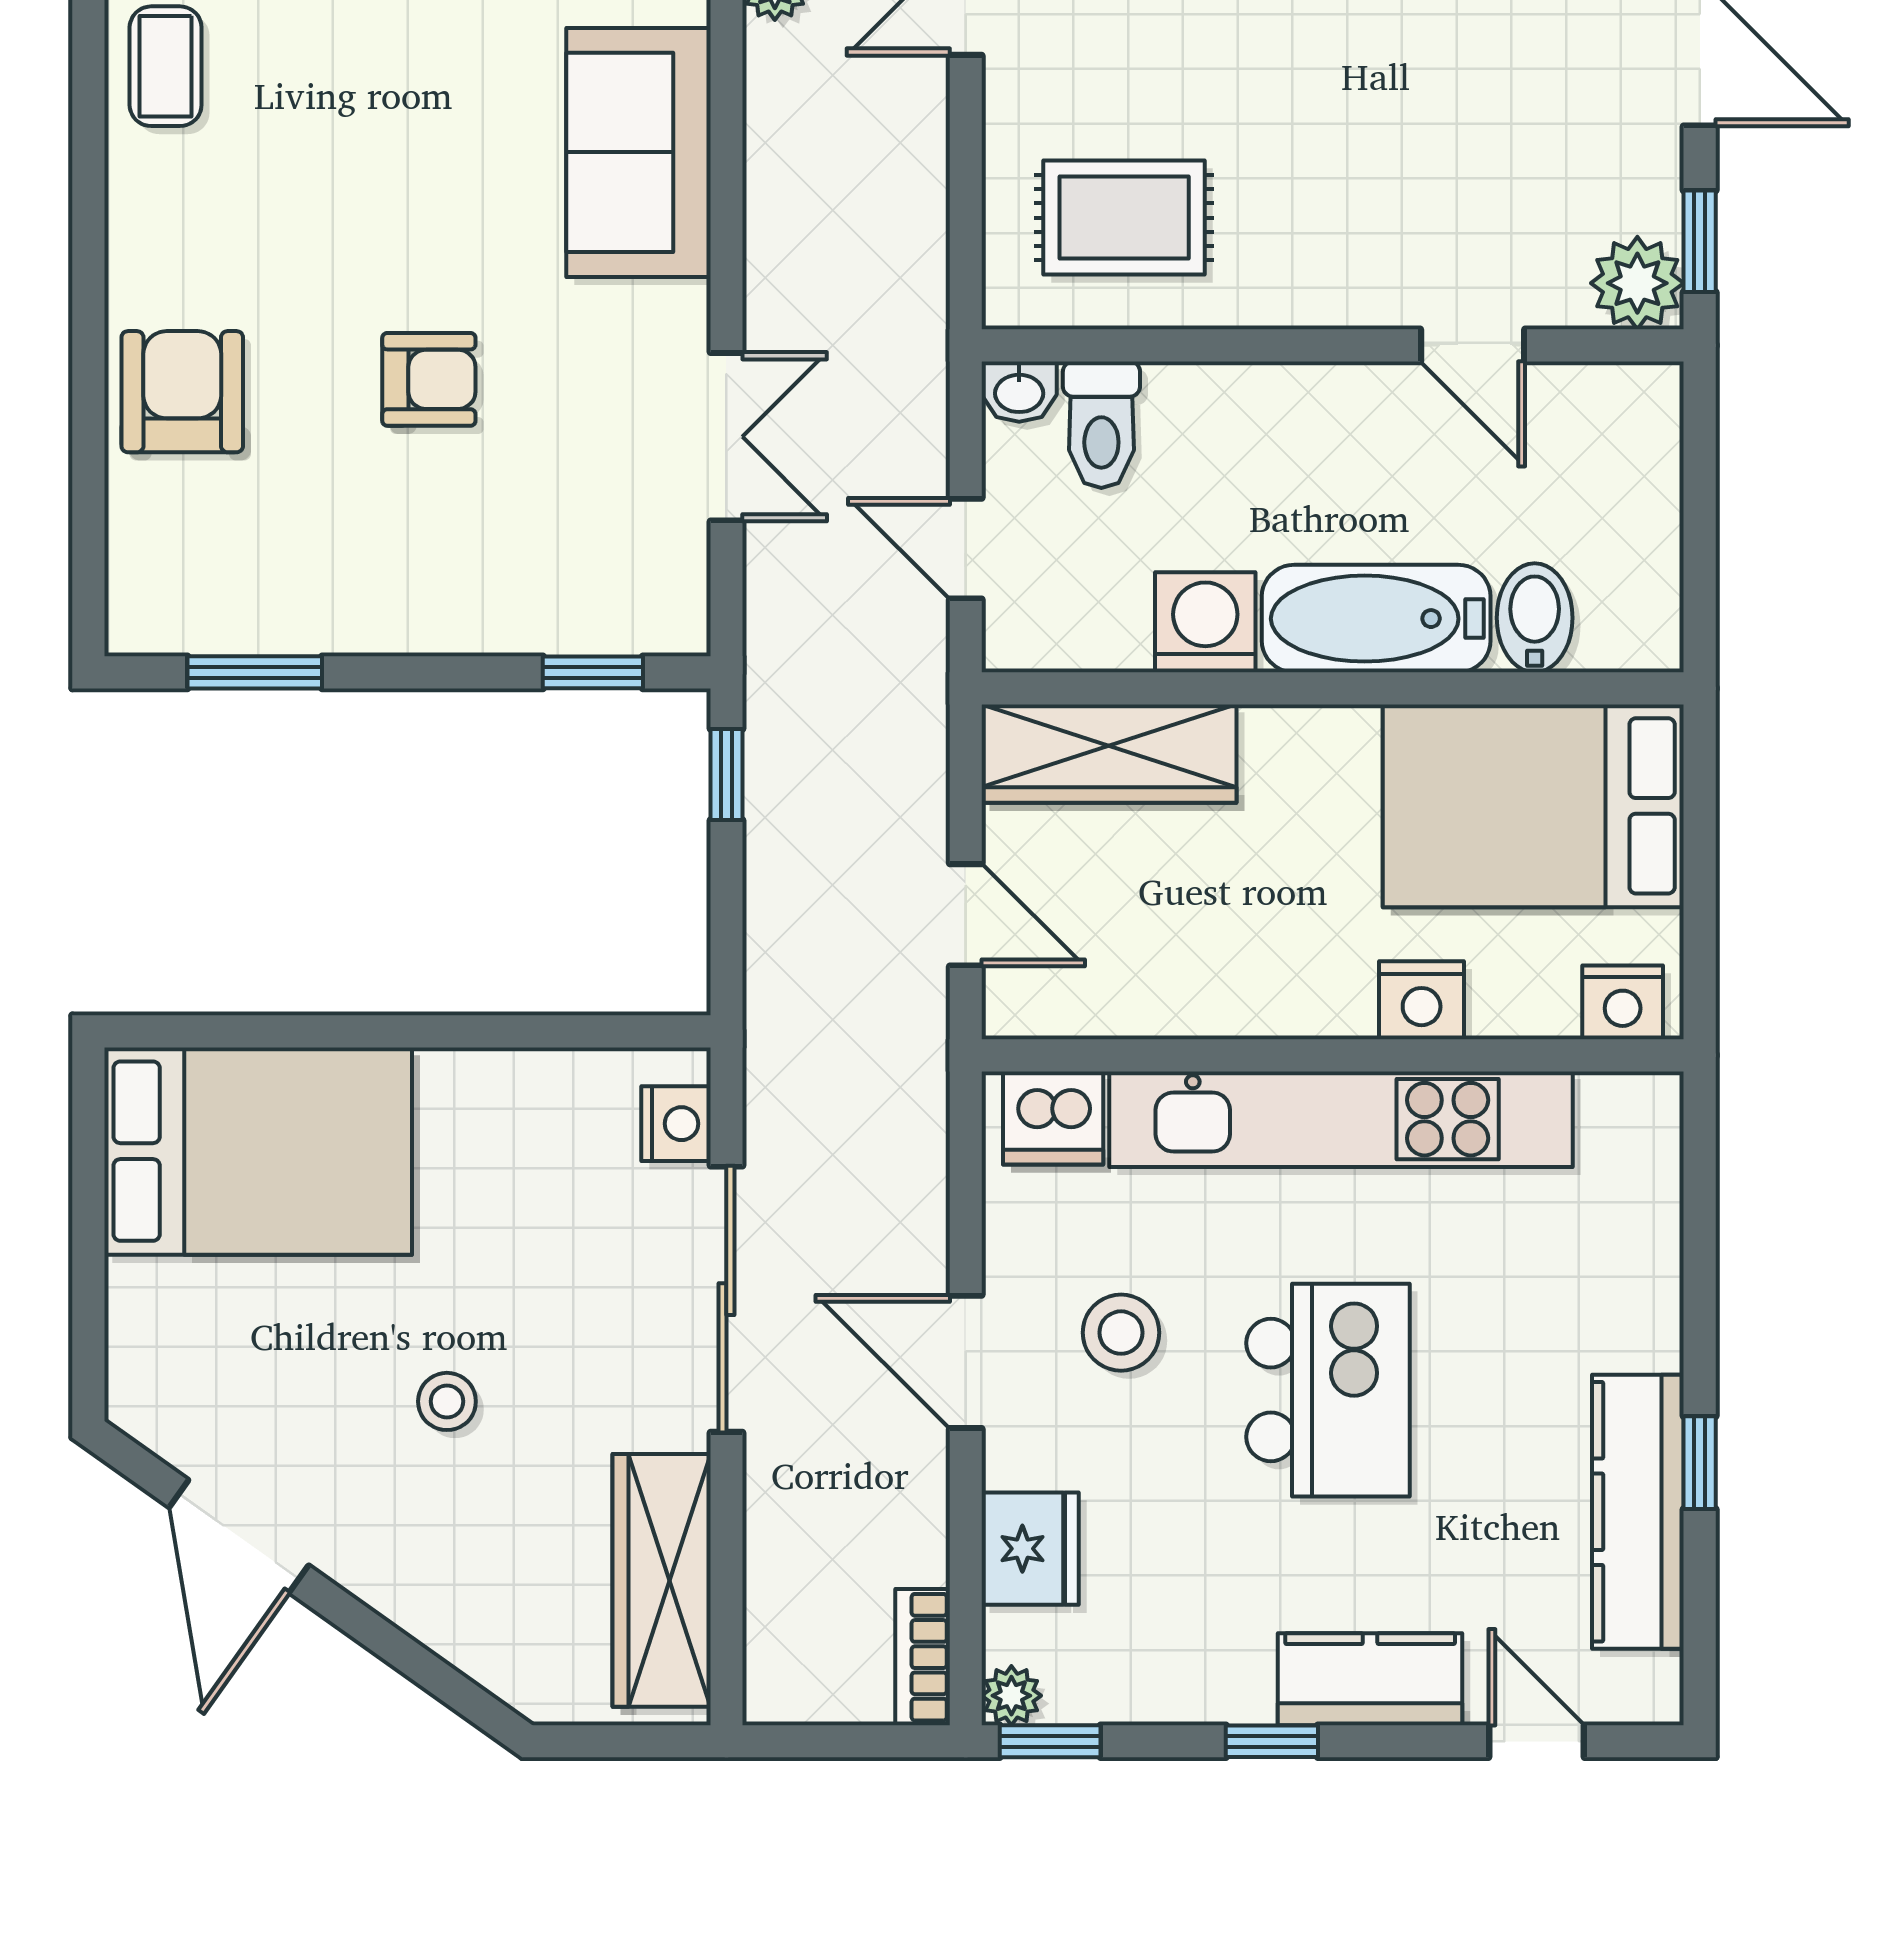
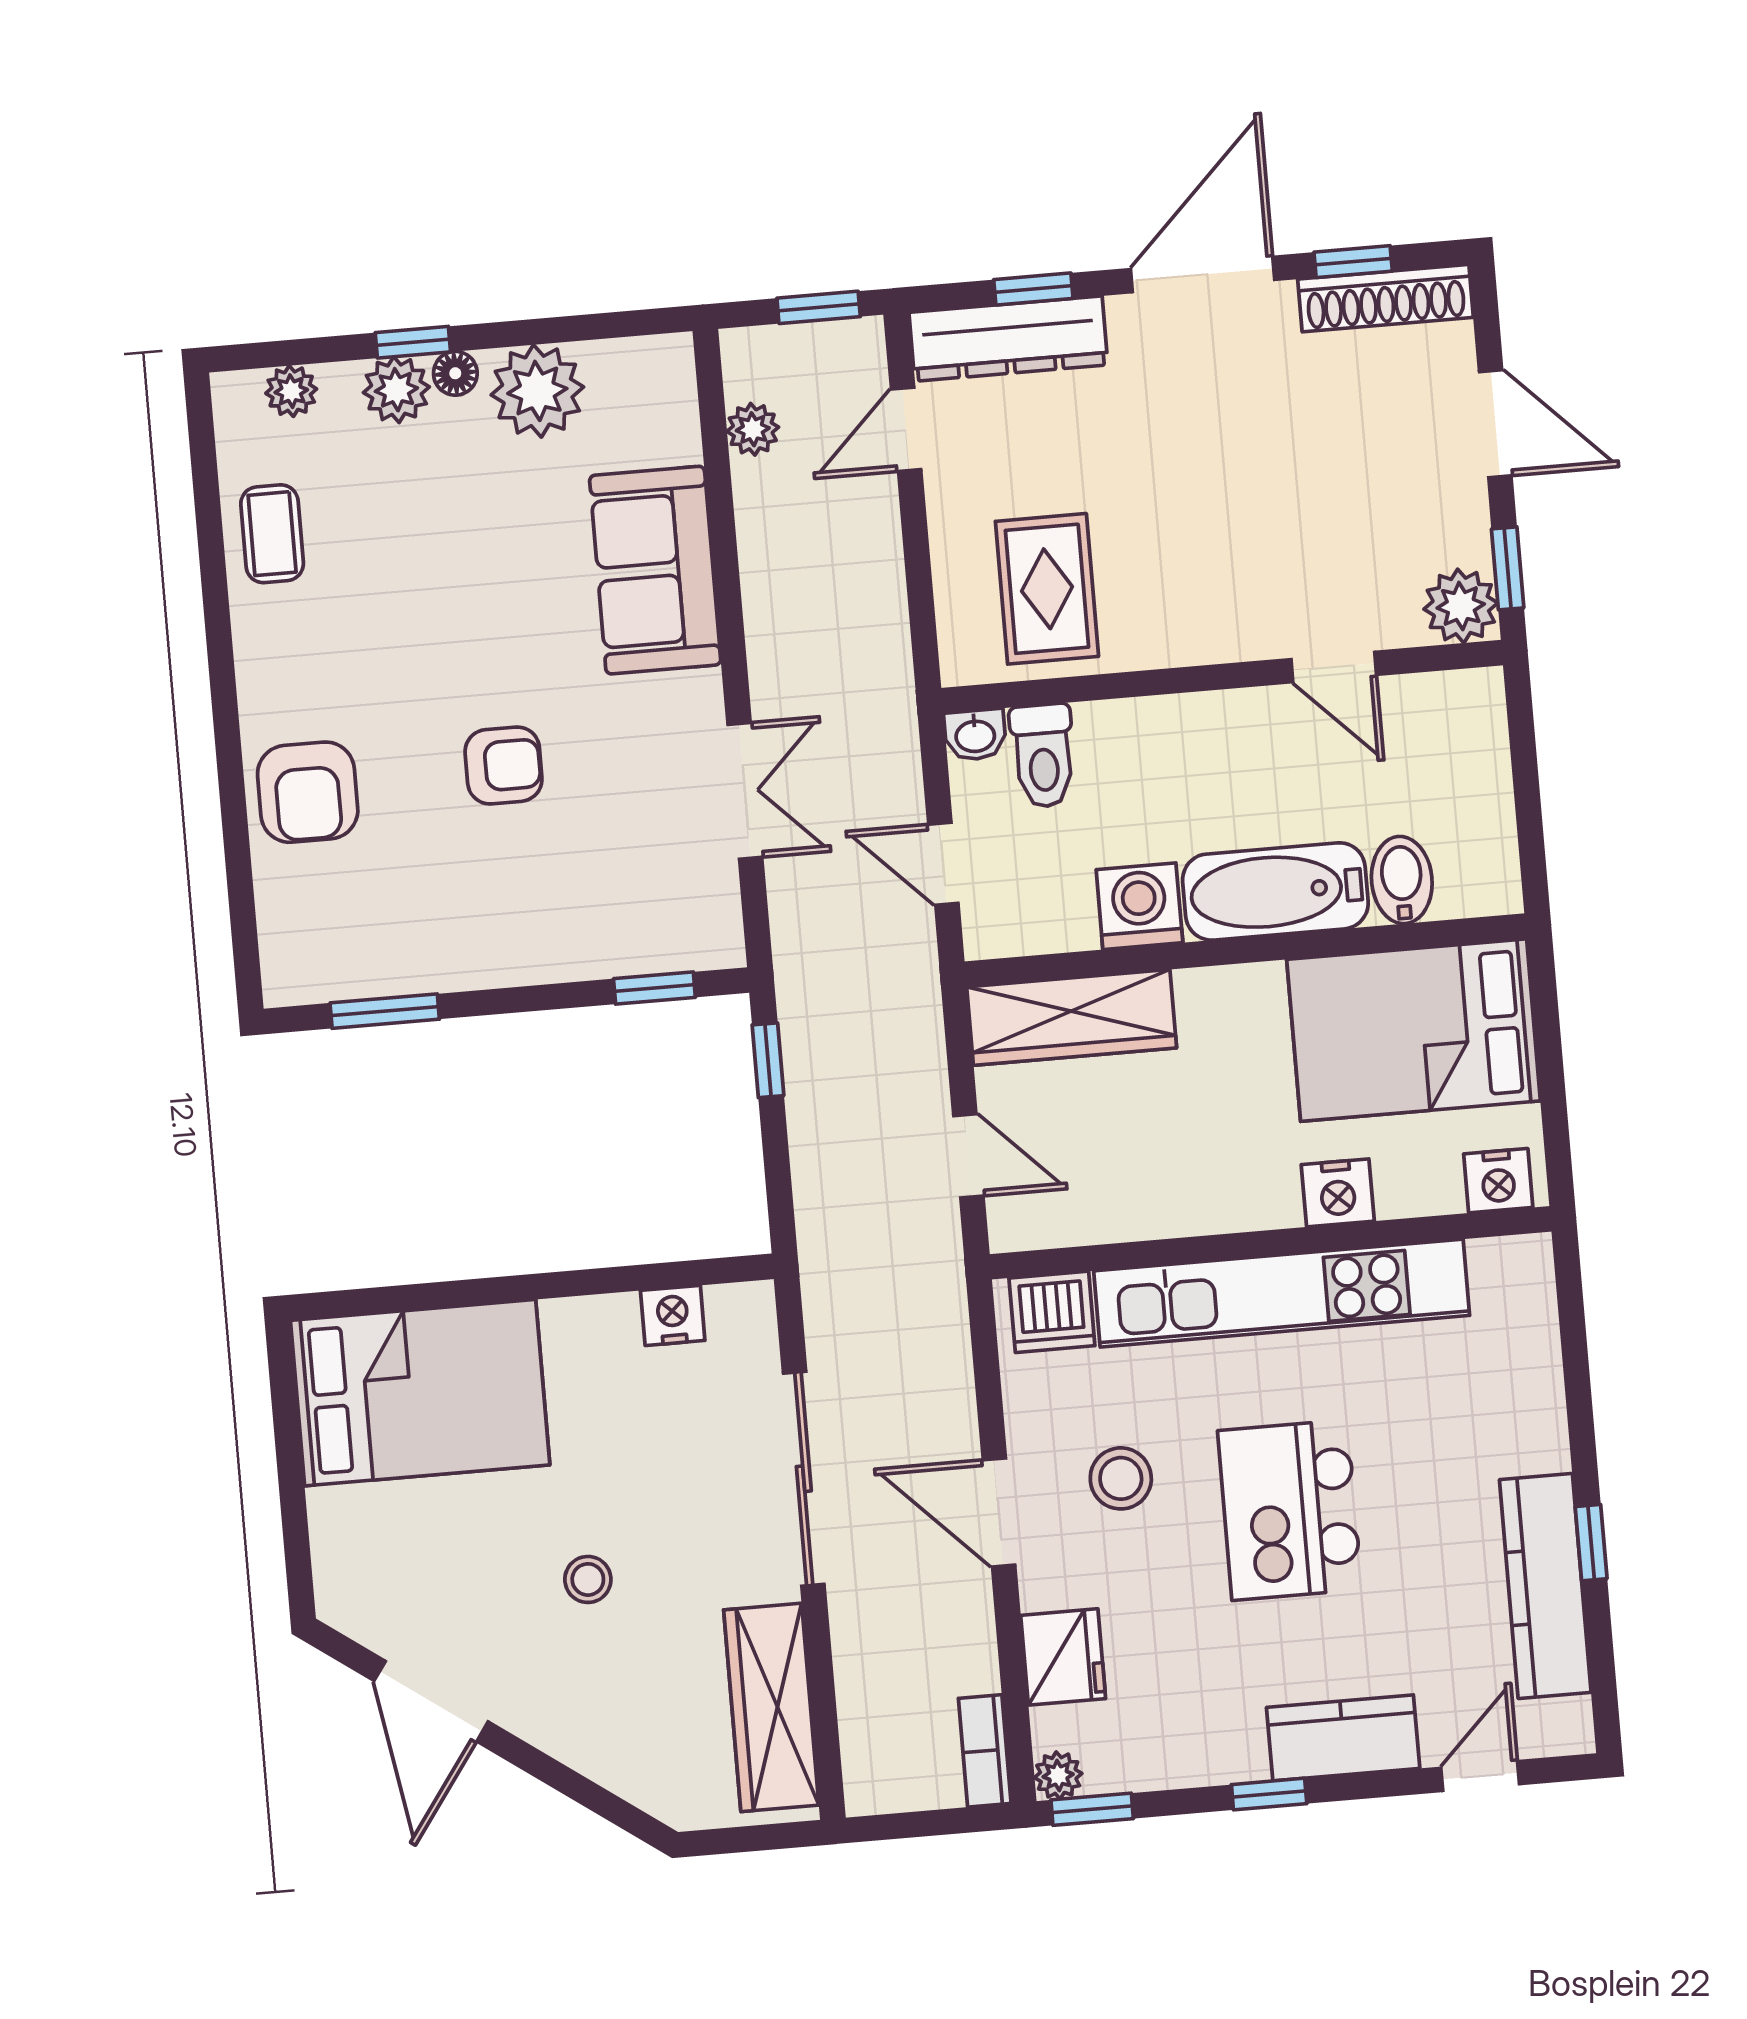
rug: (1124, 218) -> (1047, 589), turned 90
armchair: (182, 392) -> (308, 792), turned 180
nightstand: (676, 1124) -> (673, 1315), moved, turned -90
kitchen island: (1328, 1390) -> (1290, 1510), turned 180
door: (1536, 1741) -> (1480, 1776), hinge flipped

